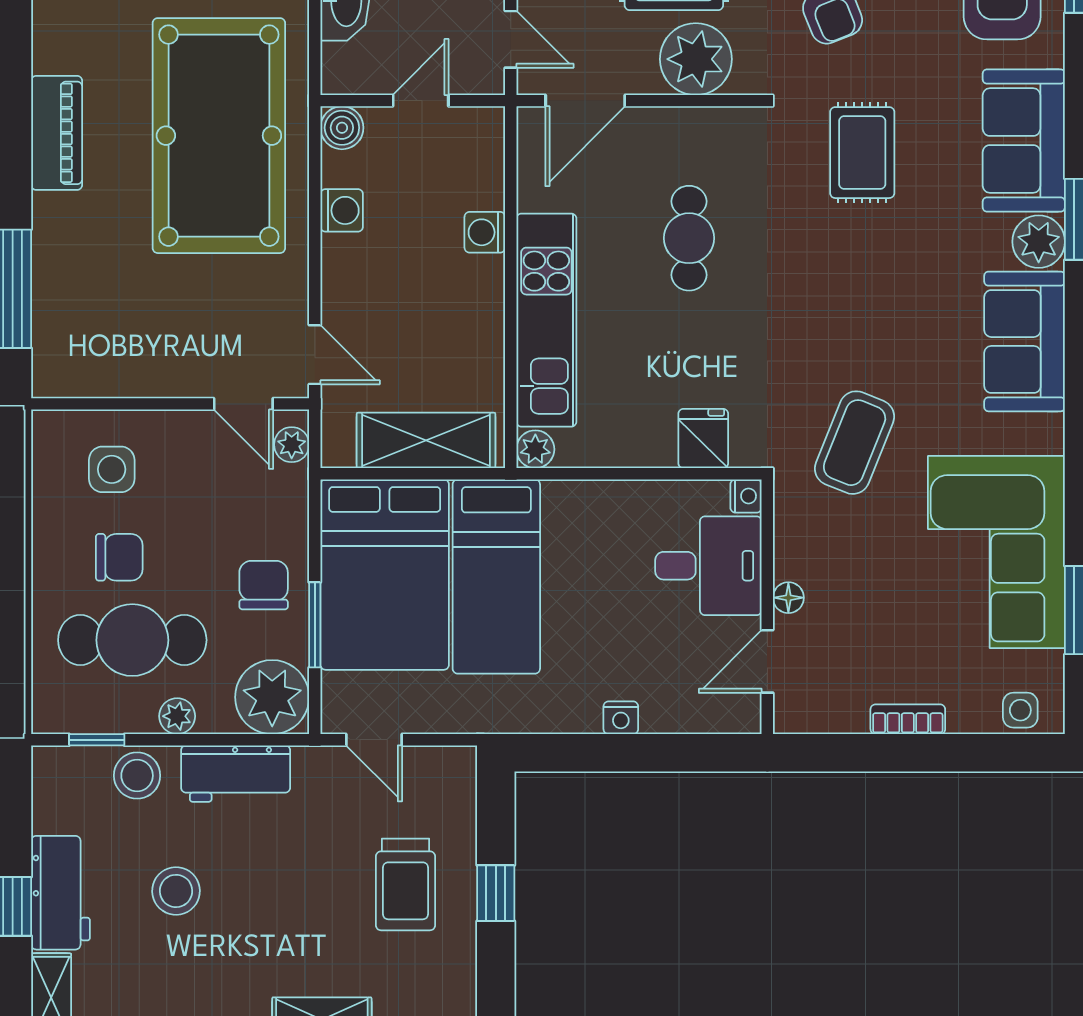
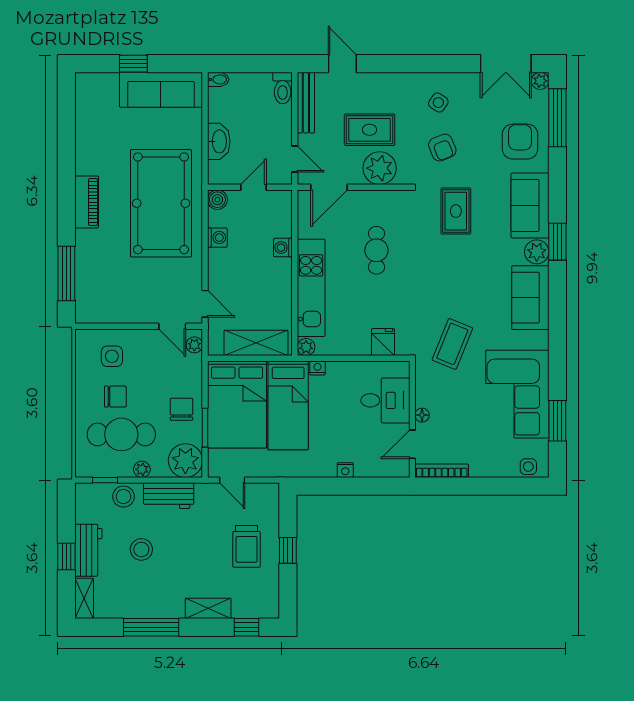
nightstand: (746, 496) -> (318, 368), moved, turned -90
bookcase: (908, 719) -> (442, 471), moved, width x1.56

